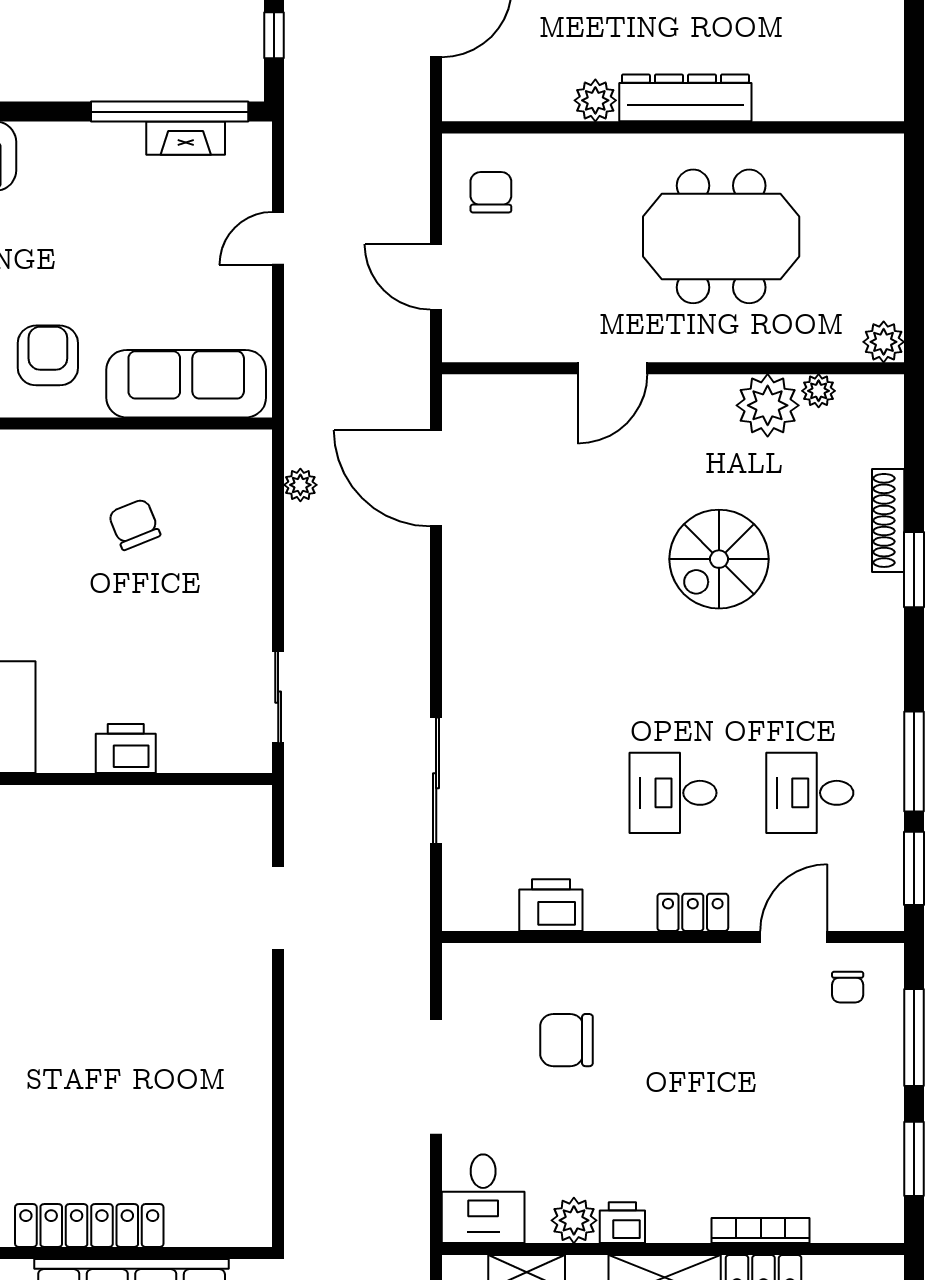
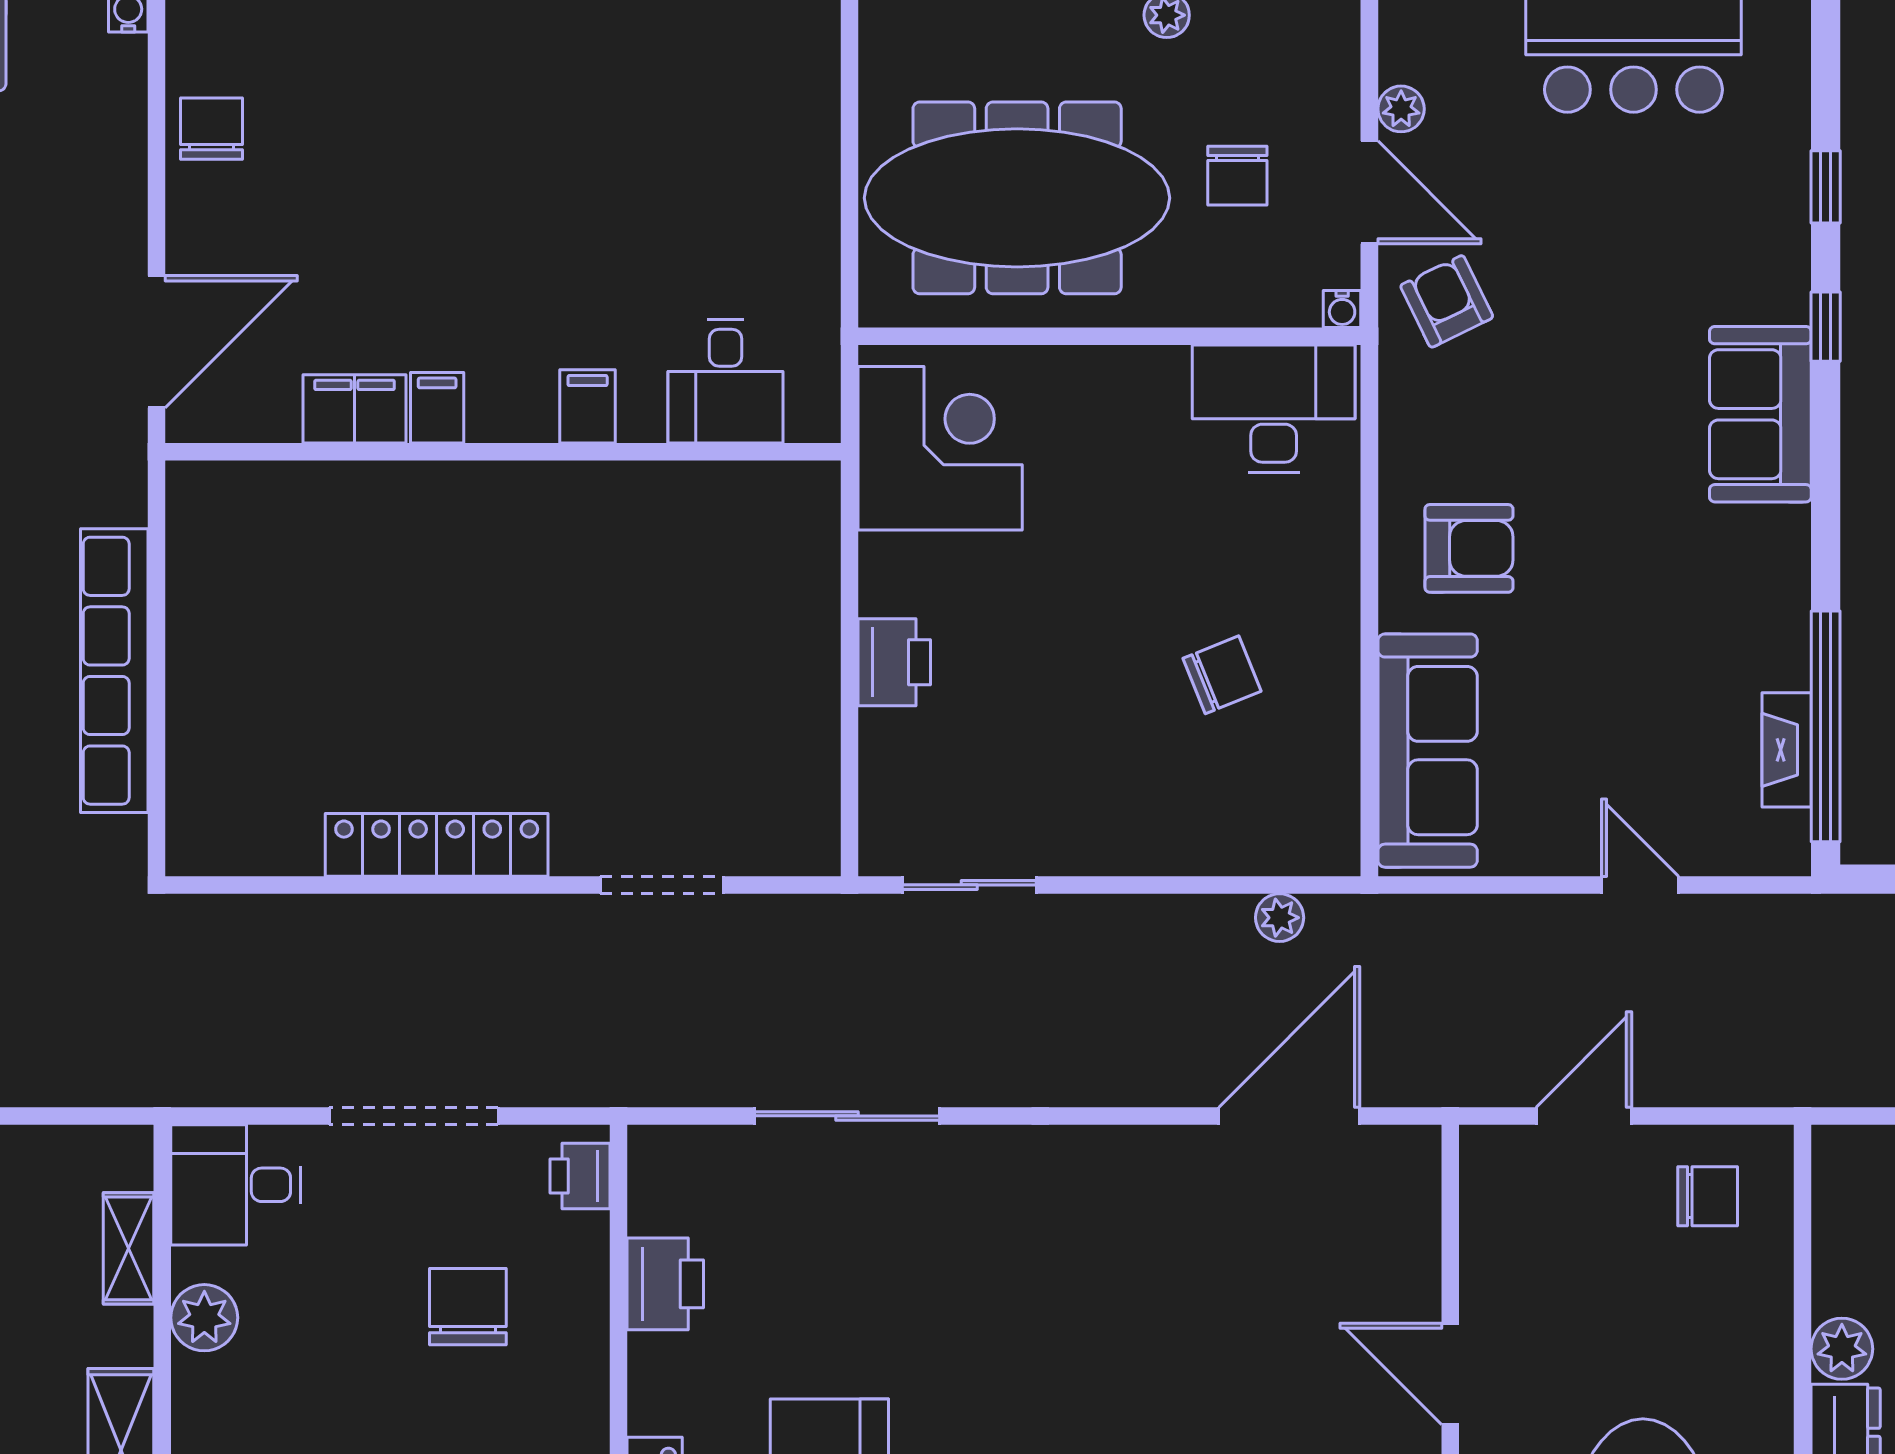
printer: (622, 1223) -> (580, 1176), moved, turned 180
locker: (89, 1225) -> (437, 845), moved, turned -90

